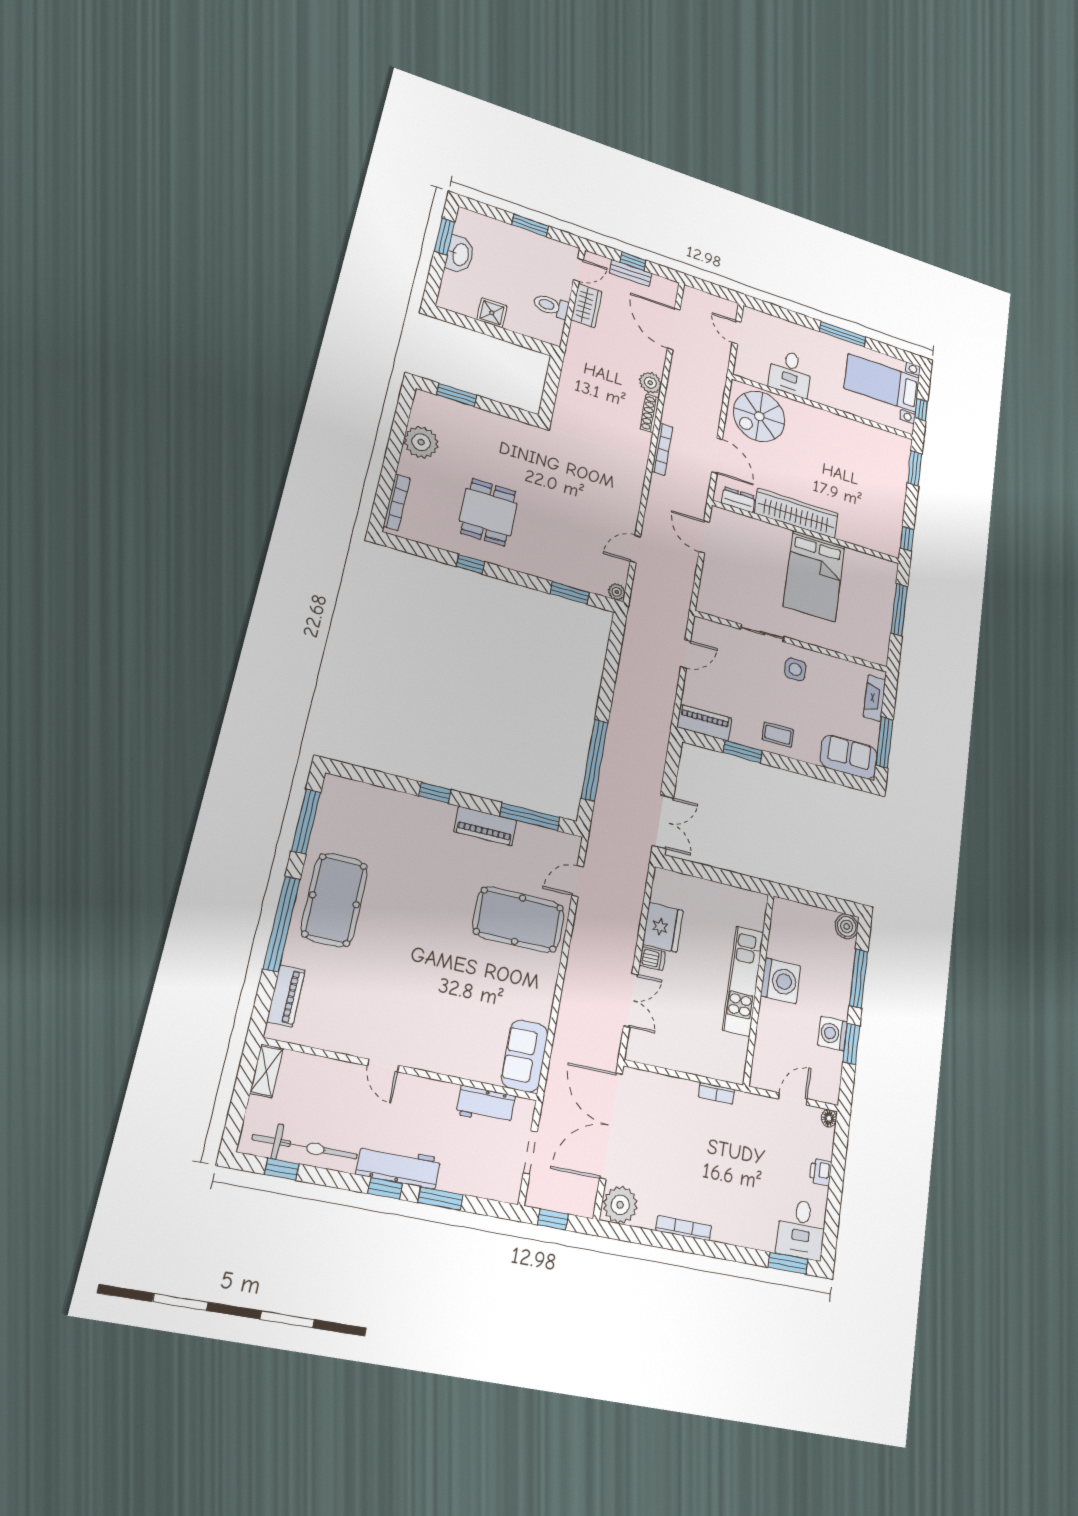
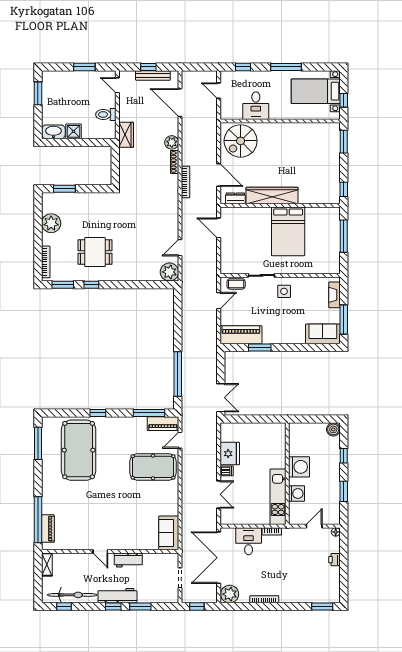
washbasin: (460, 255) -> (54, 132), moved, turned -90
door: (578, 270) -> (117, 85), swing flipped
bench: (631, 273) -> (153, 75), width x1.36
wardrobe: (586, 306) -> (126, 135), moved
window: (779, 312) -> (243, 67), added
dining table: (488, 512) -> (95, 252), turned 90
plant: (617, 592) -> (169, 272), width x1.87, depth x1.87
window: (570, 593) -> (63, 285), moved
piano: (704, 723) -> (241, 335), width x1.37, depth x1.33
coffee table: (778, 735) -> (236, 284), moved
piano: (485, 826) -> (163, 424), moved
pool table: (334, 900) -> (79, 450), moved, width x1.36, depth x1.32
window: (282, 924) -> (38, 520), moved
window: (859, 978) -> (344, 456), width x0.46
kitchen unit: (743, 981) -> (278, 497), moved
washing machine: (833, 1034) -> (297, 494), moved, turned 180
workbench: (486, 1105) -> (128, 560), moved
desk: (801, 1229) -> (249, 541), moved, turned 180

